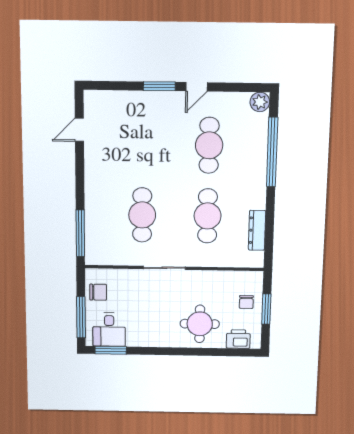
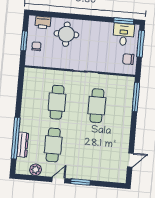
plant: (260, 102) -> (36, 170), moved
dresser: (257, 230) -> (23, 145), moved

